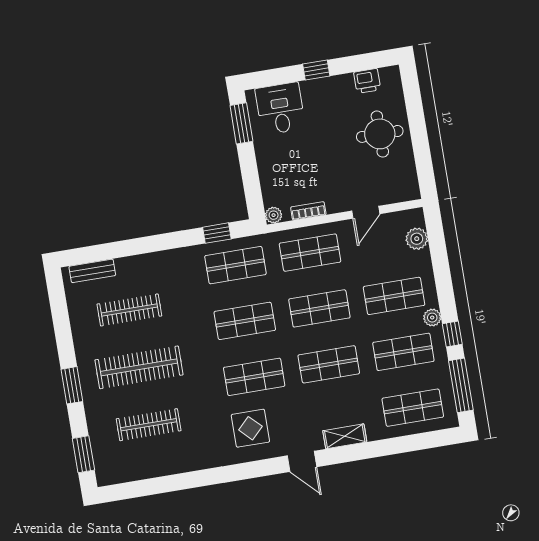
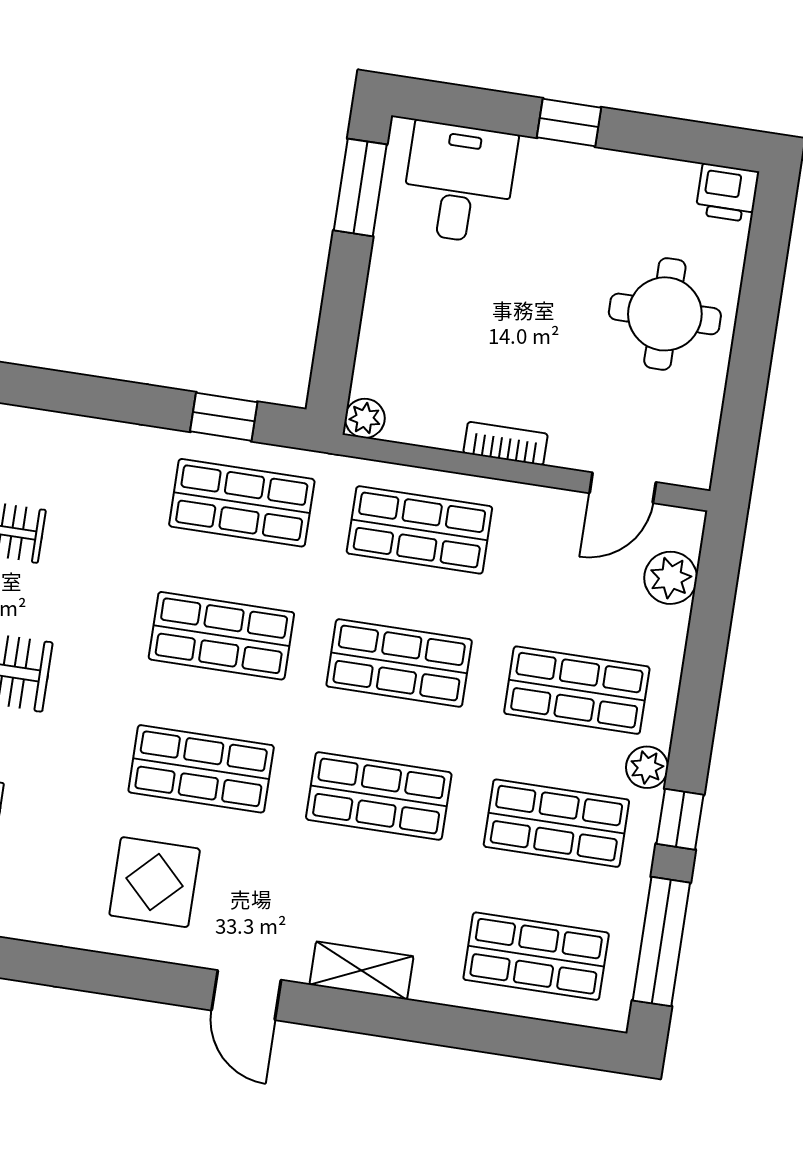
printer: (367, 81) -> (727, 193), moved
bookcase: (308, 211) -> (505, 444), moved
door: (366, 212) -> (623, 488), moved

